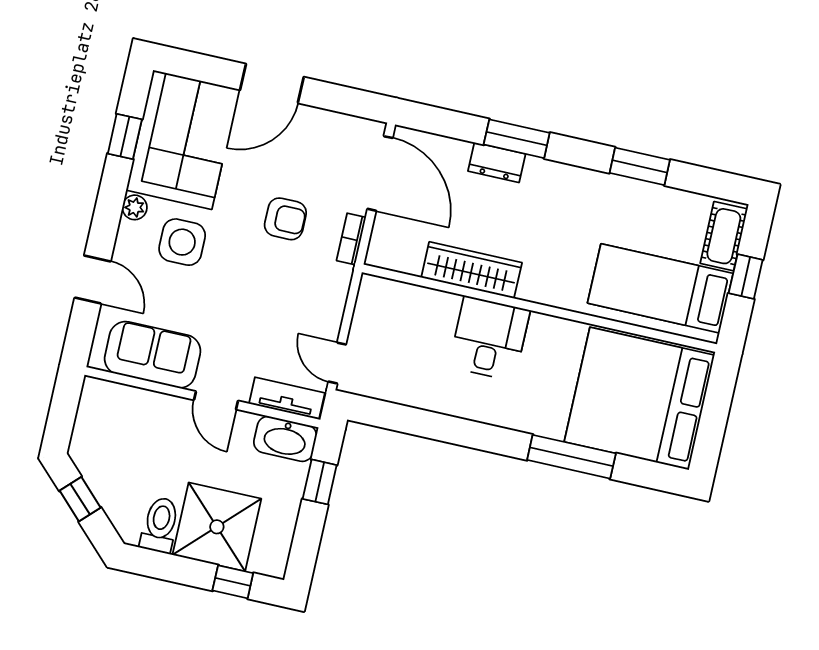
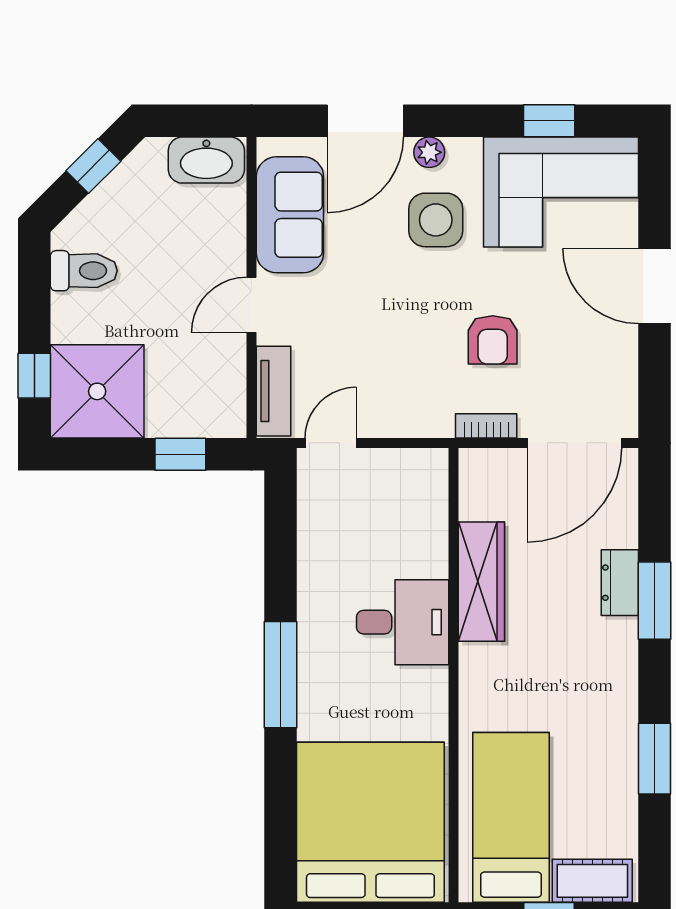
plant: (135, 207) -> (429, 152), moved
door: (93, 280) -> (365, 121), width x1.38
washbasin: (285, 439) -> (206, 160), moved, turned -90
window: (571, 457) -> (281, 675), moved
shower: (217, 527) -> (97, 391), moved

